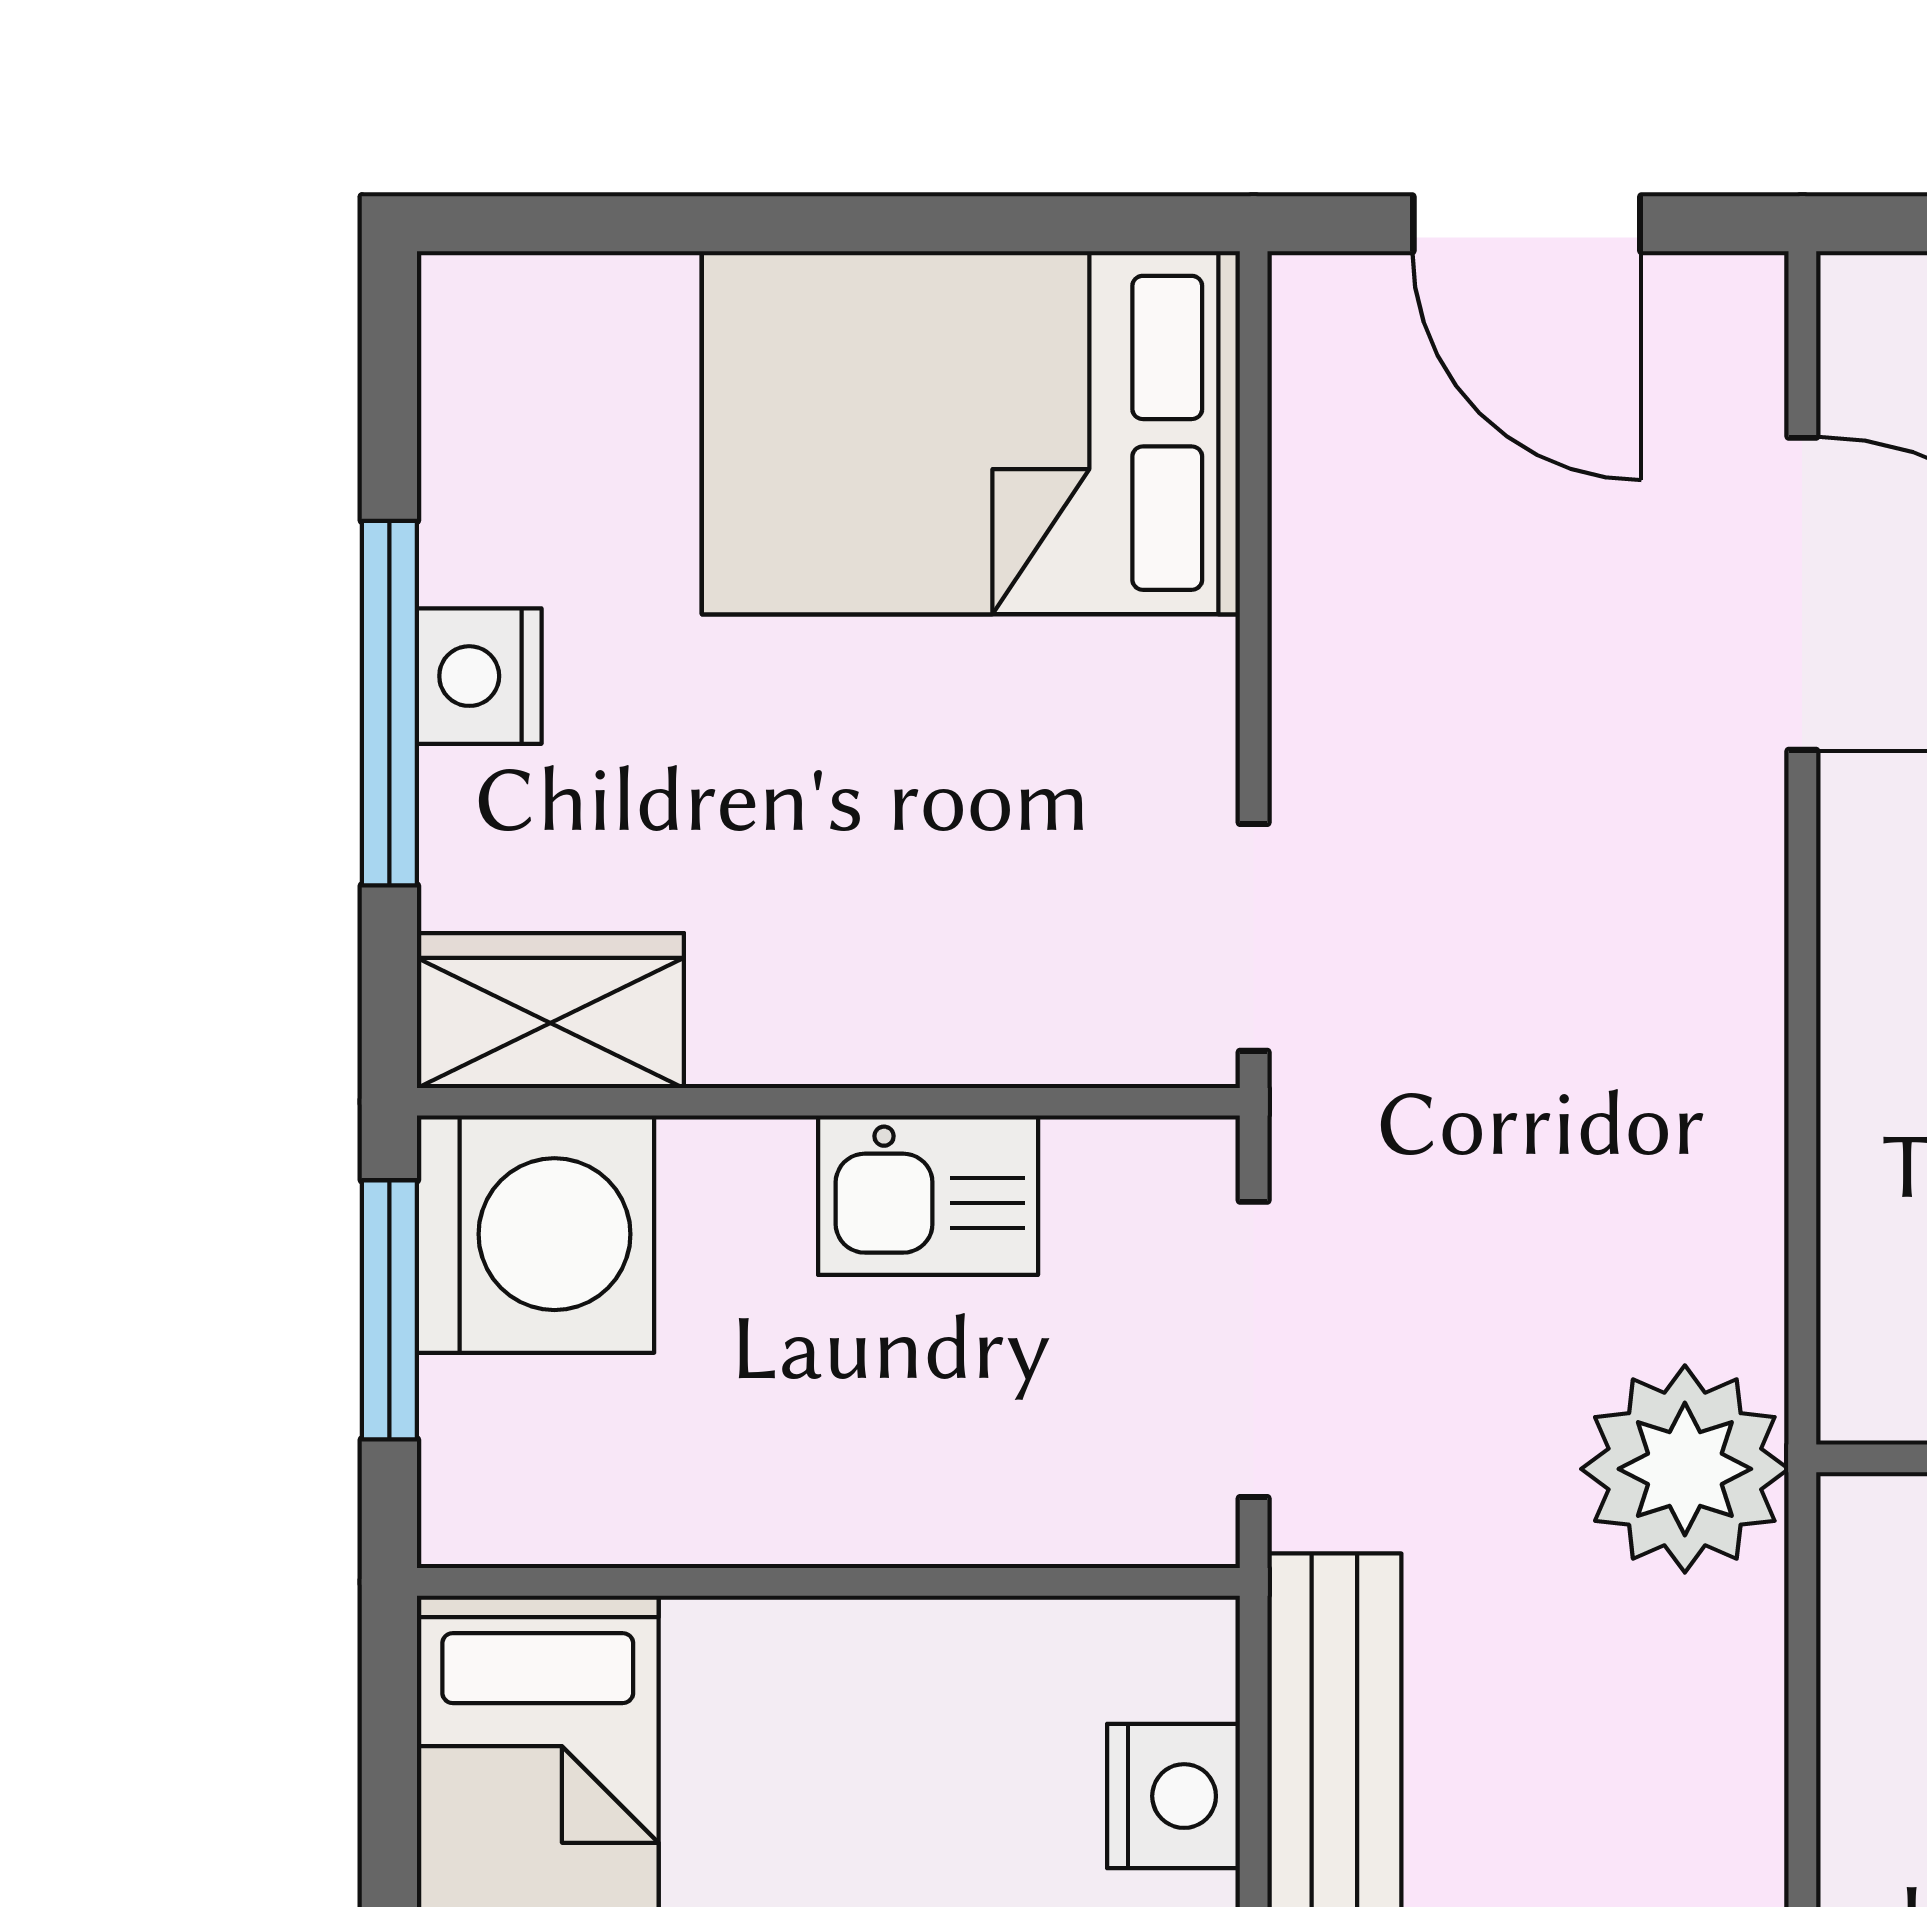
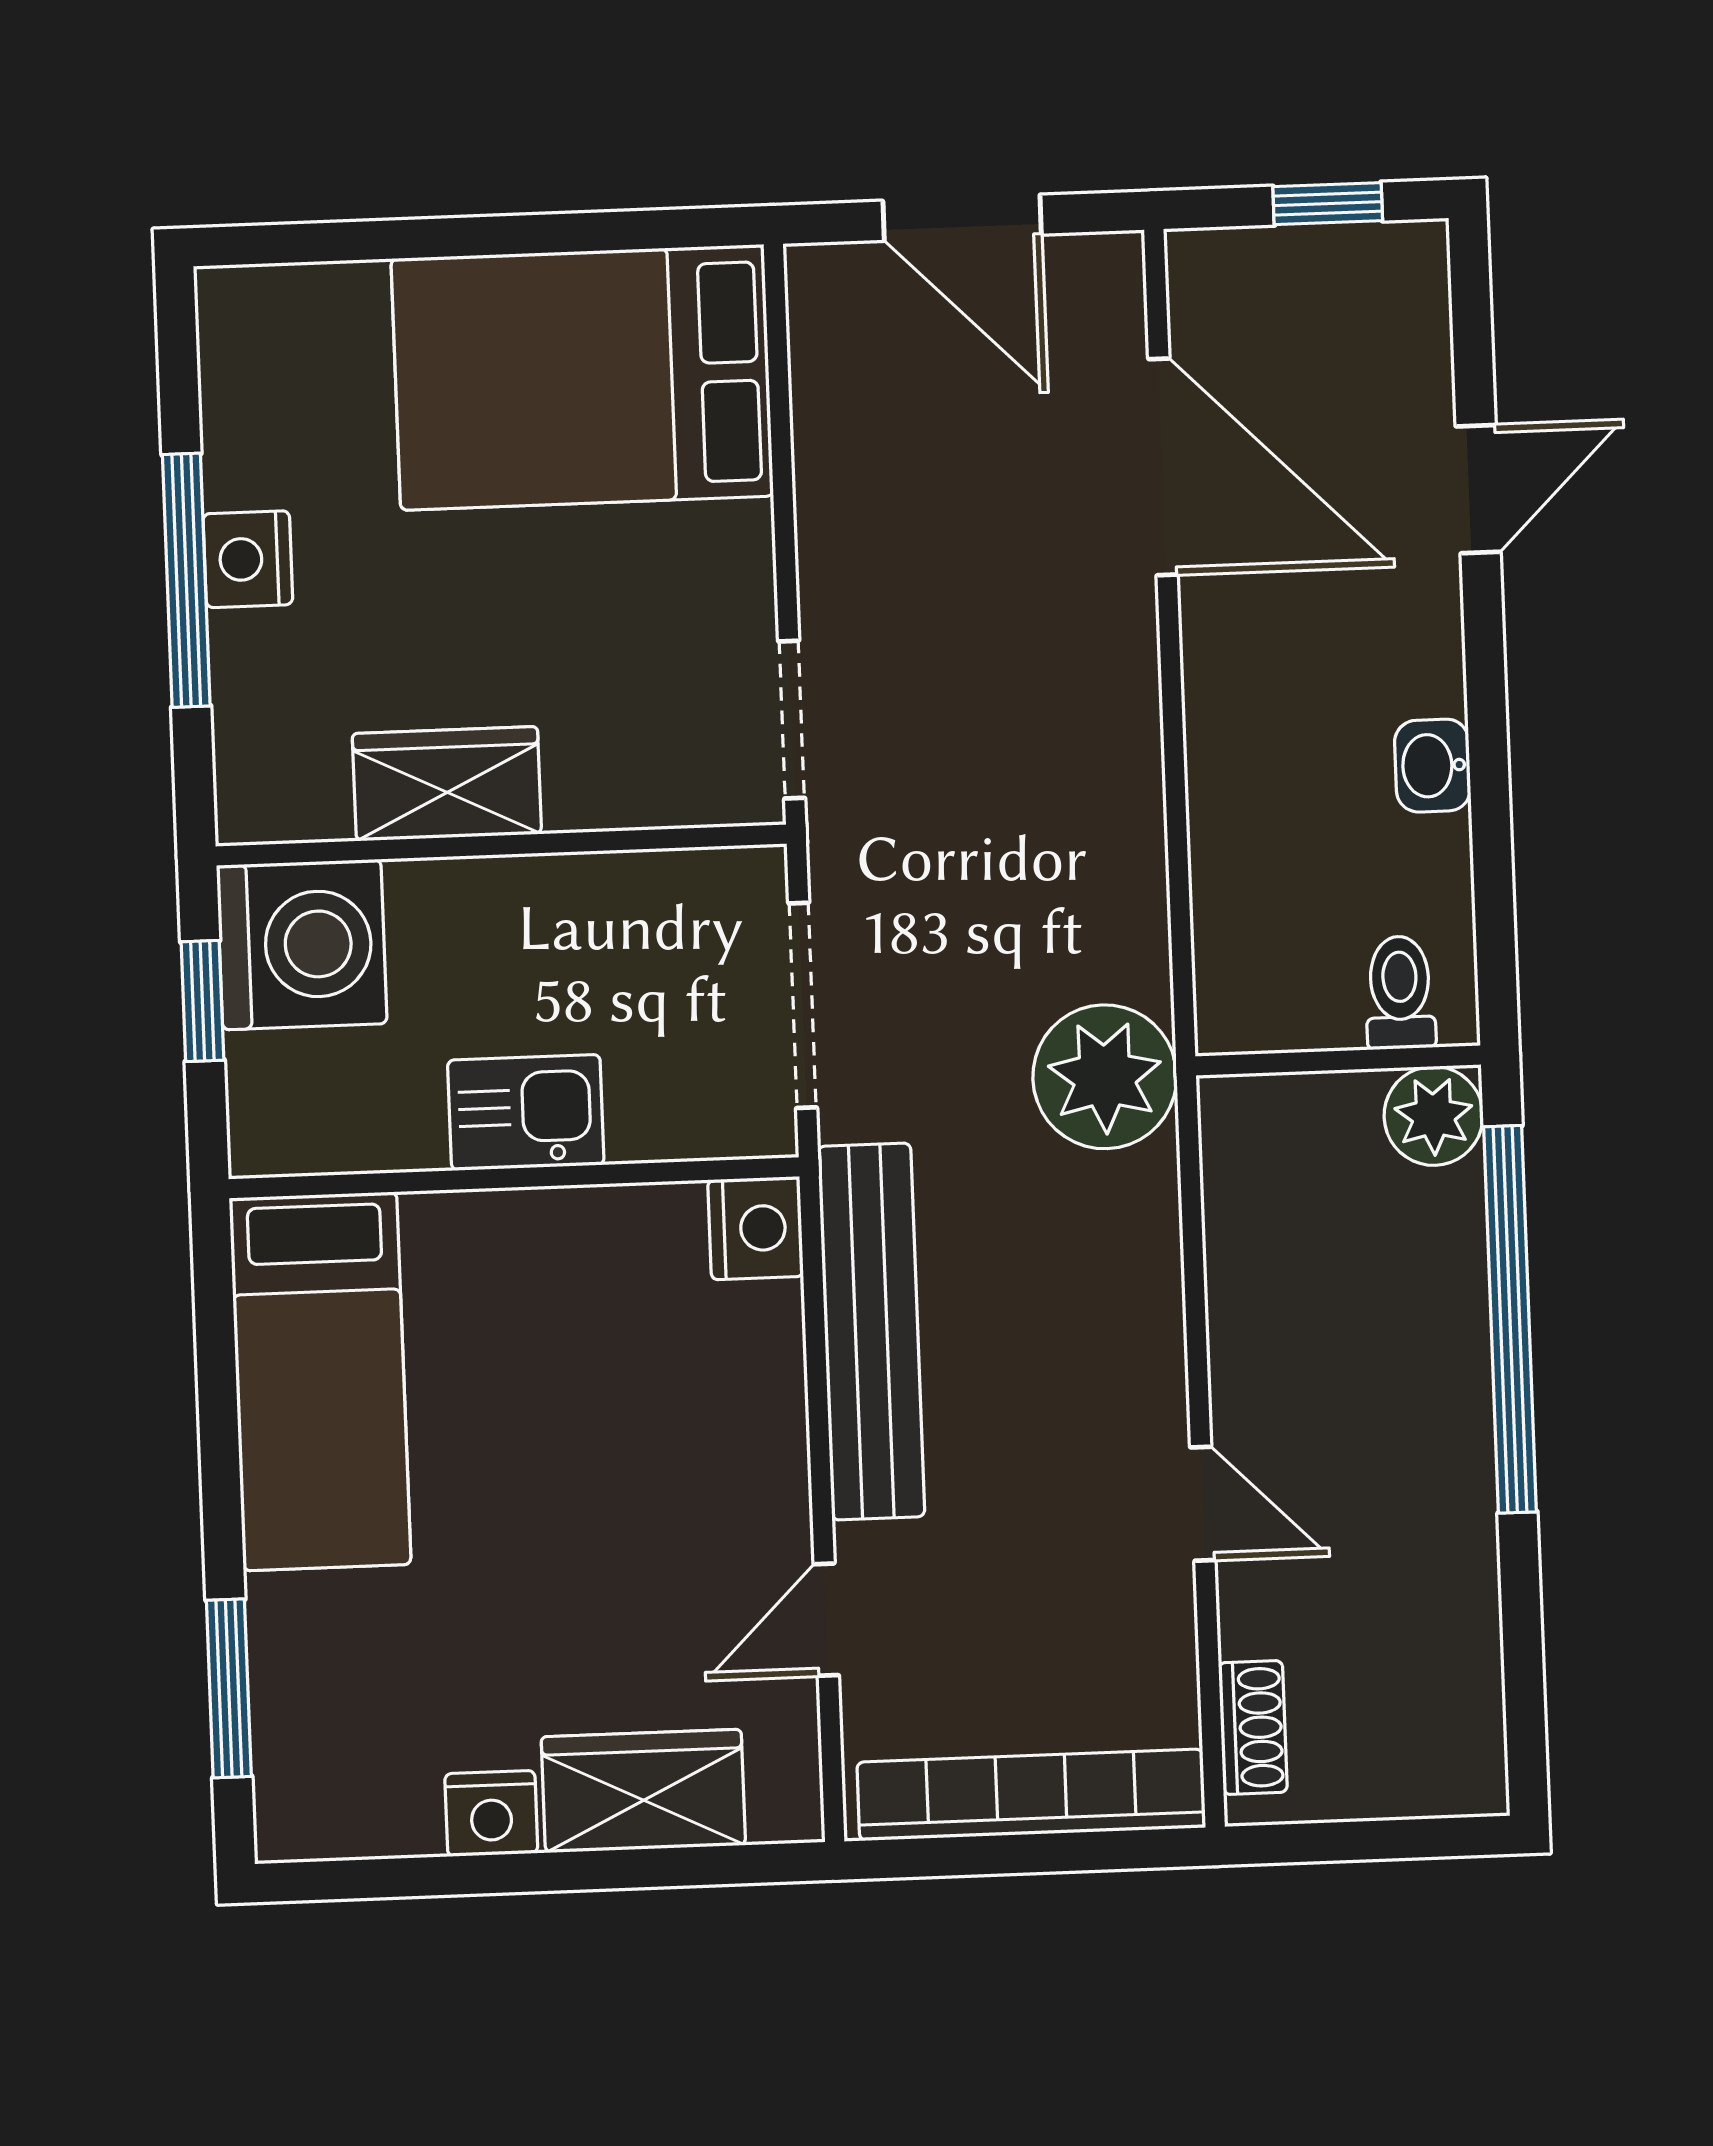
wardrobe: (550, 1011) -> (447, 784), moved
kitchen sink: (928, 1195) -> (526, 1112), moved, turned 180
window: (389, 1310) -> (202, 1001), width x0.67
nightstand: (1173, 1796) -> (756, 1228), moved

